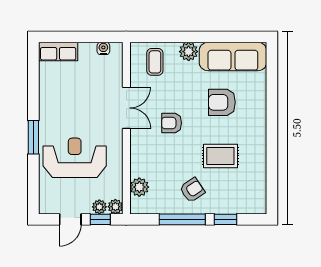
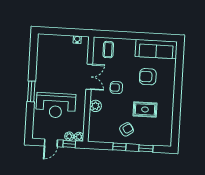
row of seats: (58, 51) -> (49, 40), removed
plant: (189, 52) -> (129, 44), removed
reception desk: (75, 158) -> (56, 105), turned 180
plant: (139, 187) -> (95, 106), moved
window: (182, 219) -> (119, 147), width x0.46

